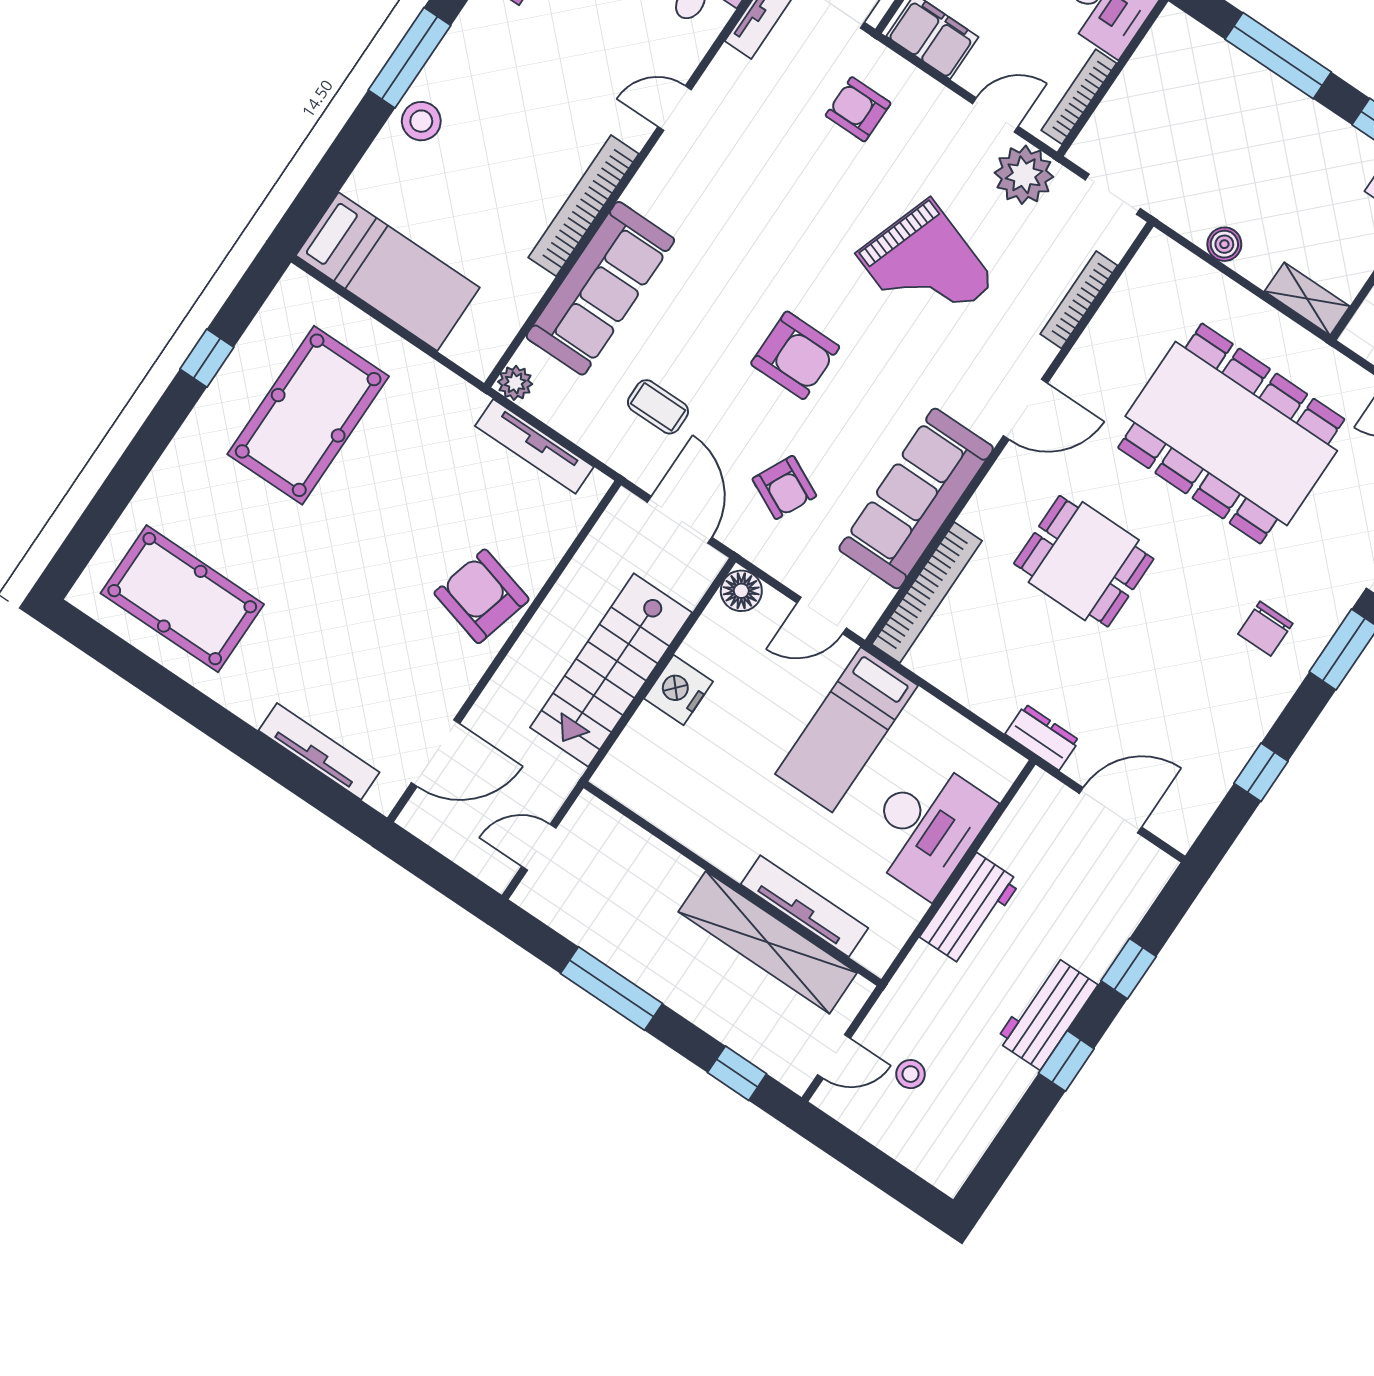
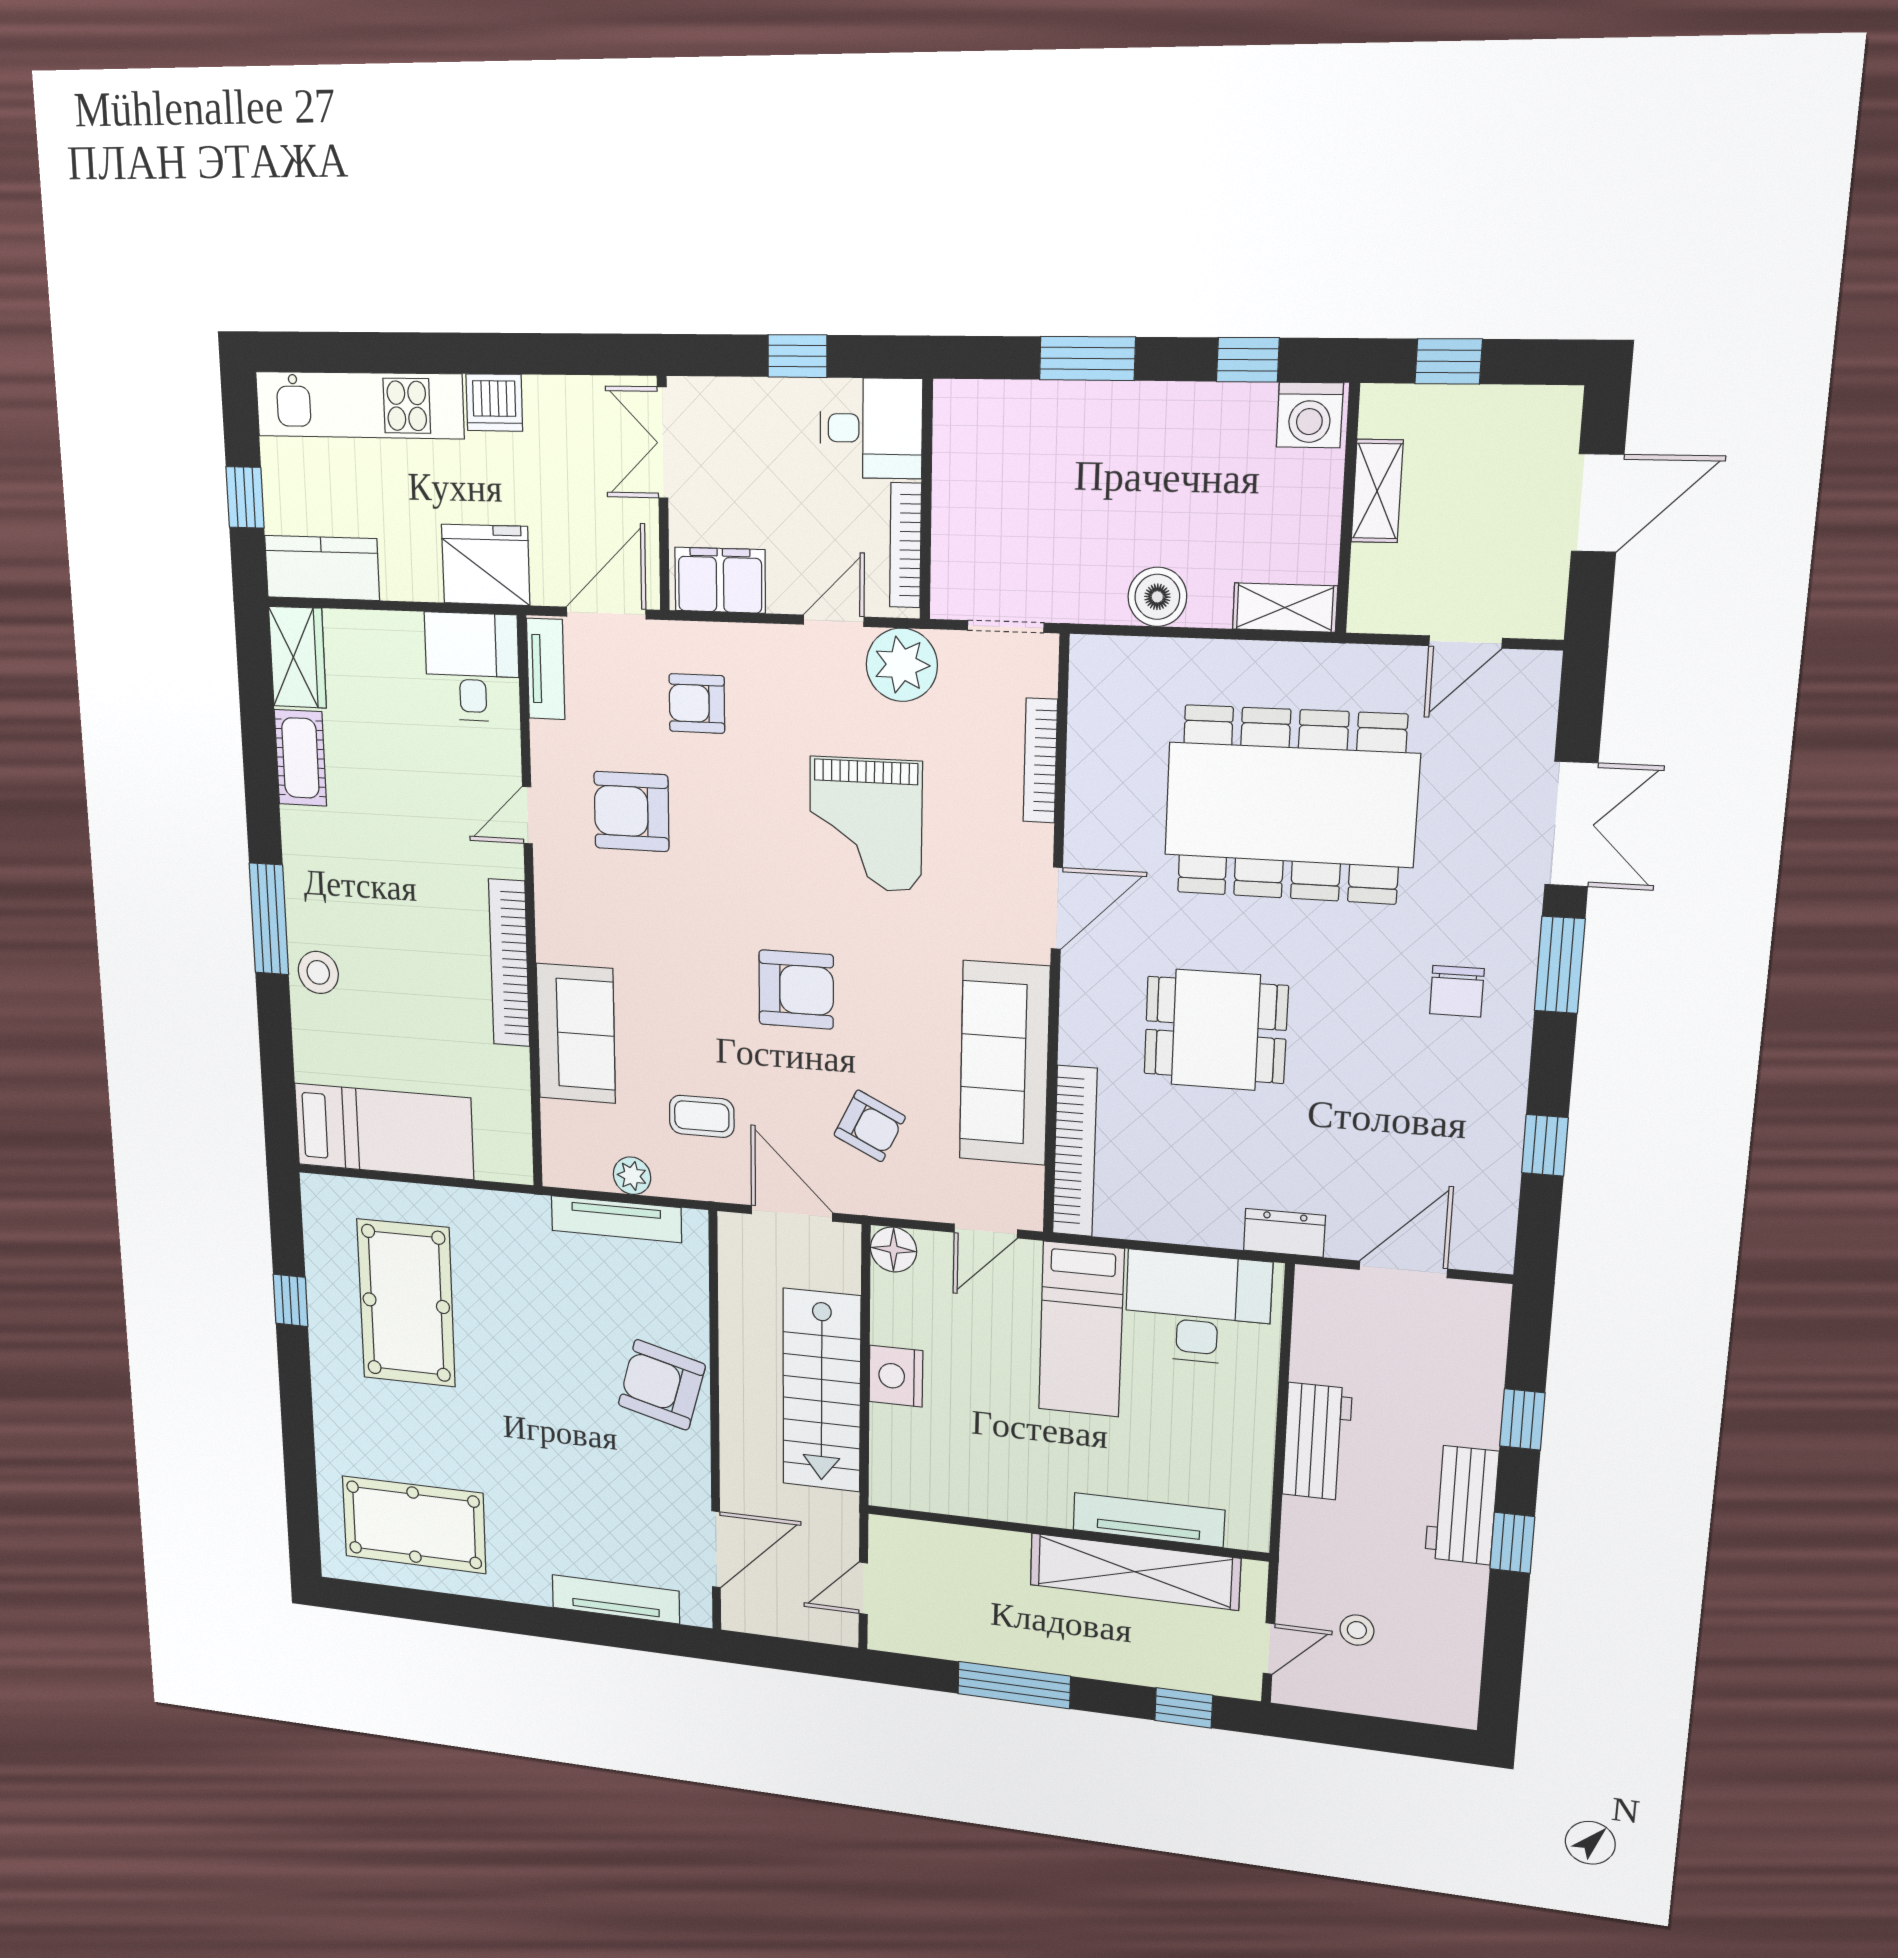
window: (1278, 56) -> (1087, 358), width x0.69
armchair: (757, 154) -> (631, 811), added
boiler: (1224, 244) -> (1157, 597), width x1.36, depth x1.36
grand piano: (926, 268) -> (866, 824), turned 71
sofa: (600, 288) -> (576, 1033), width x0.73
plant: (515, 383) -> (632, 1176), moved
desk: (927, 827) -> (1198, 1308), moved, turned -90

